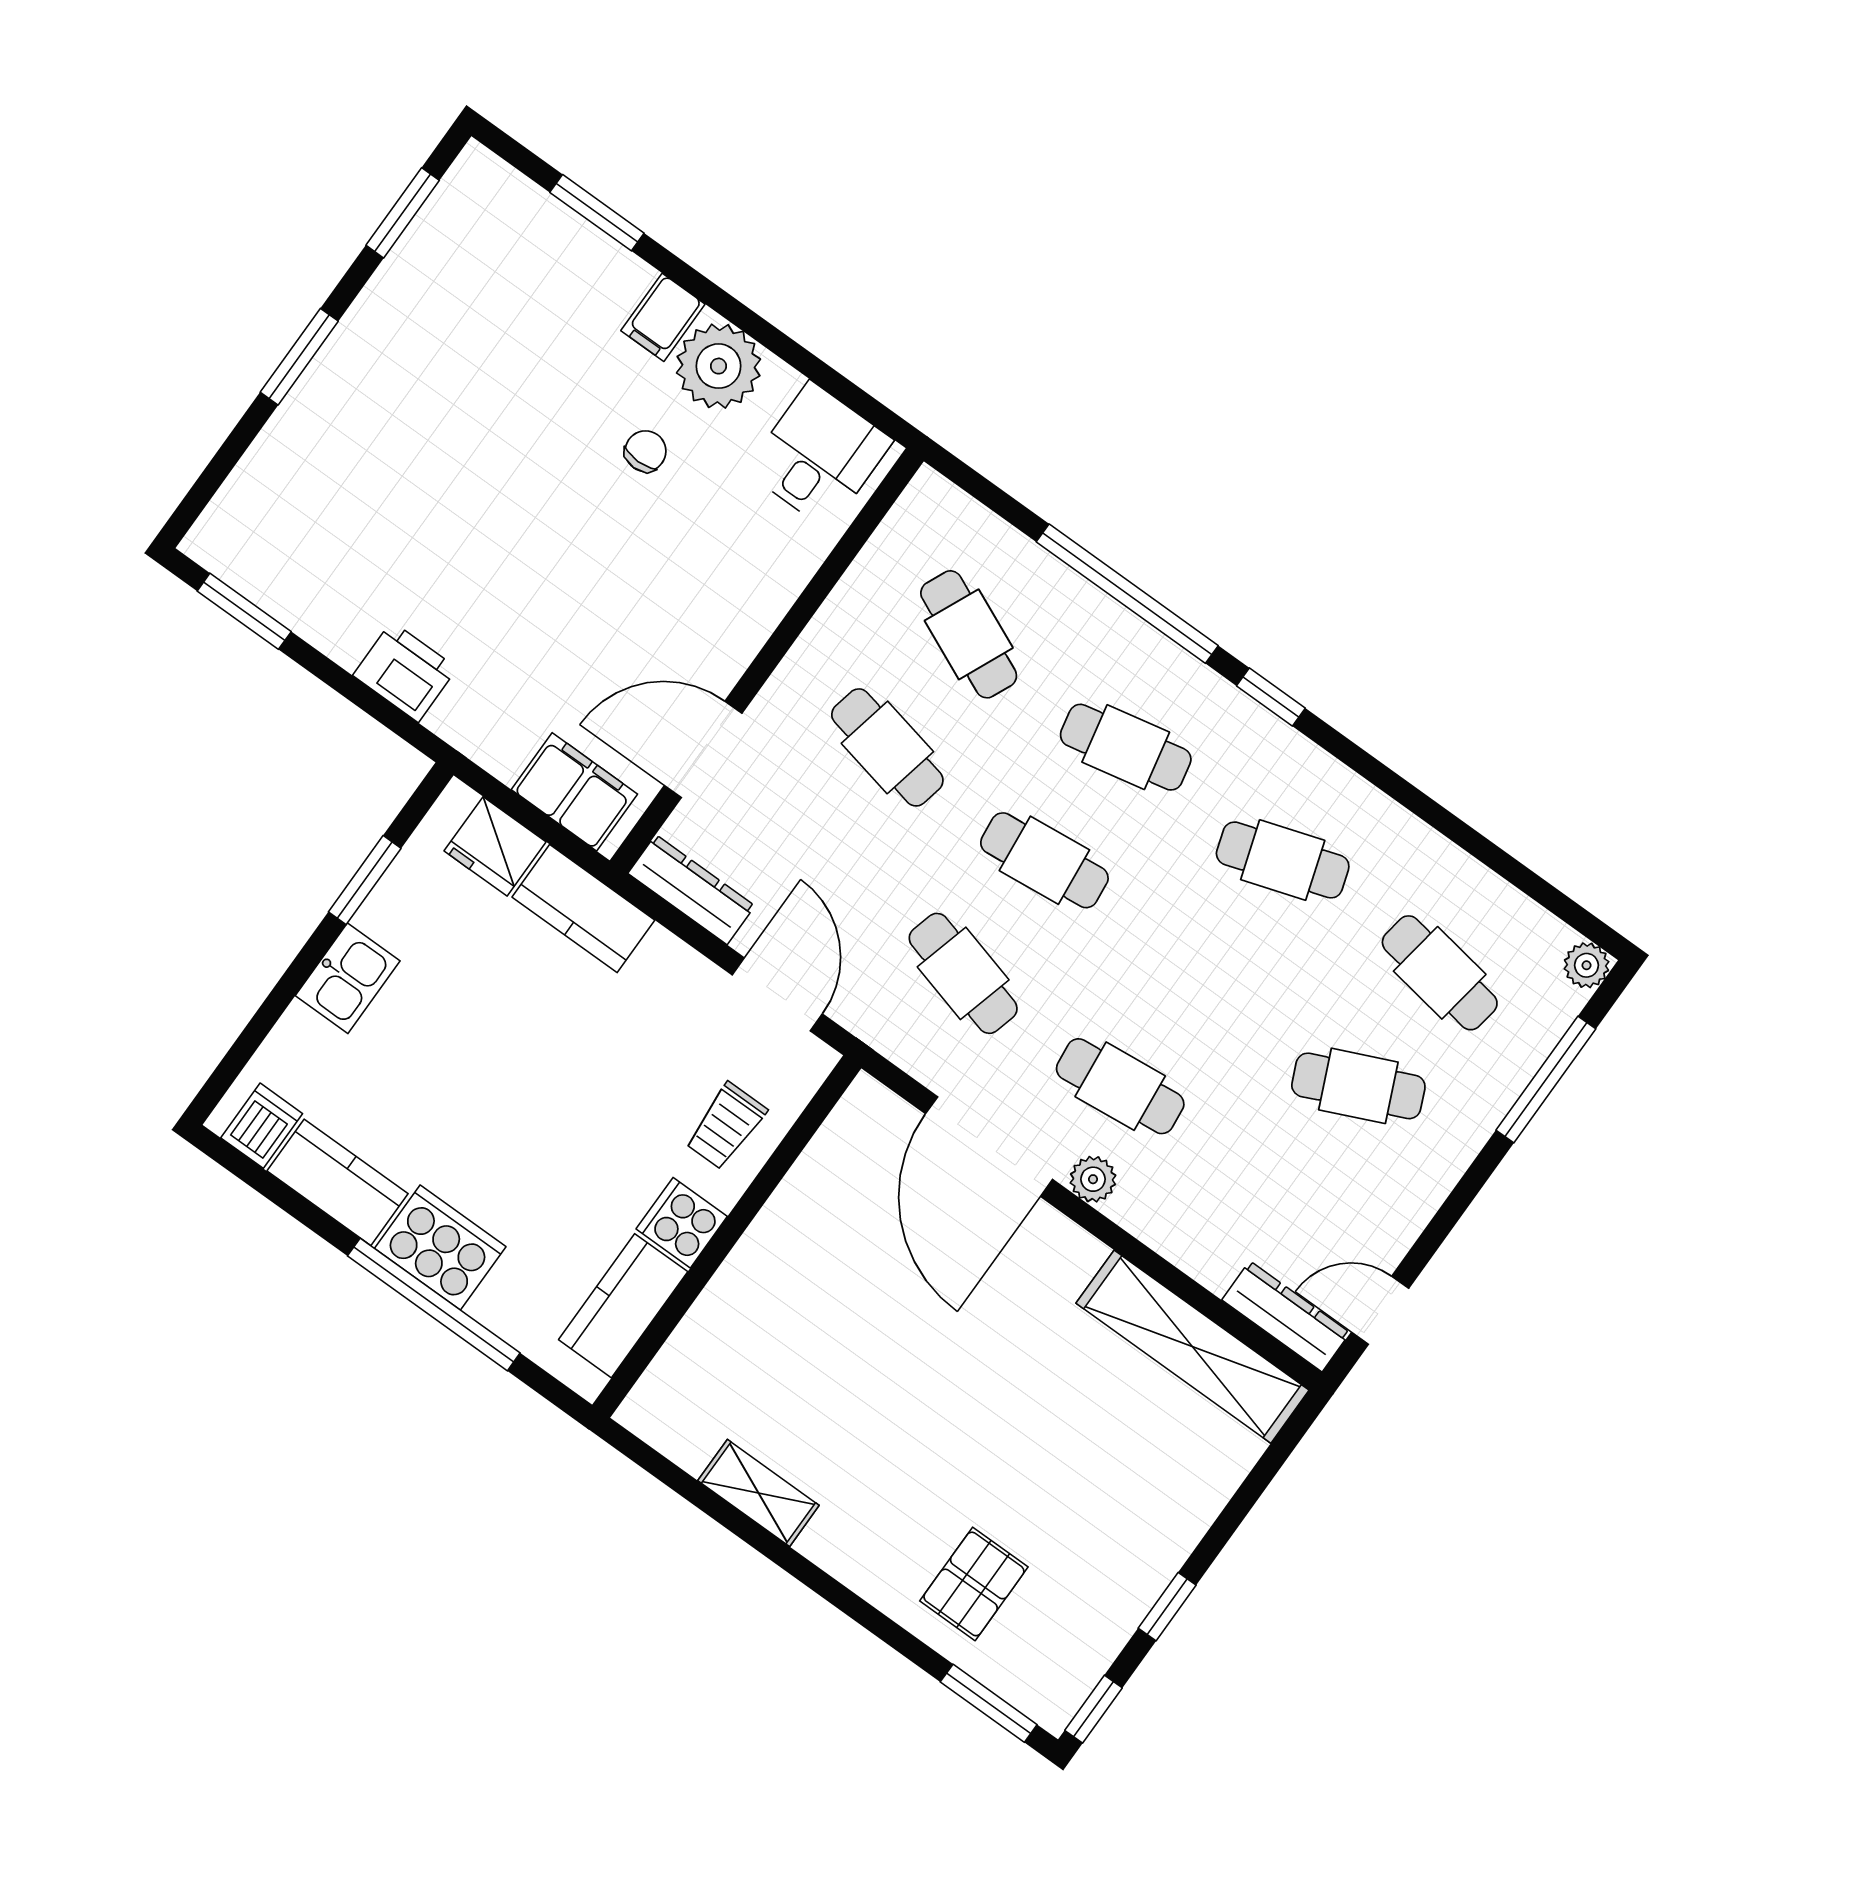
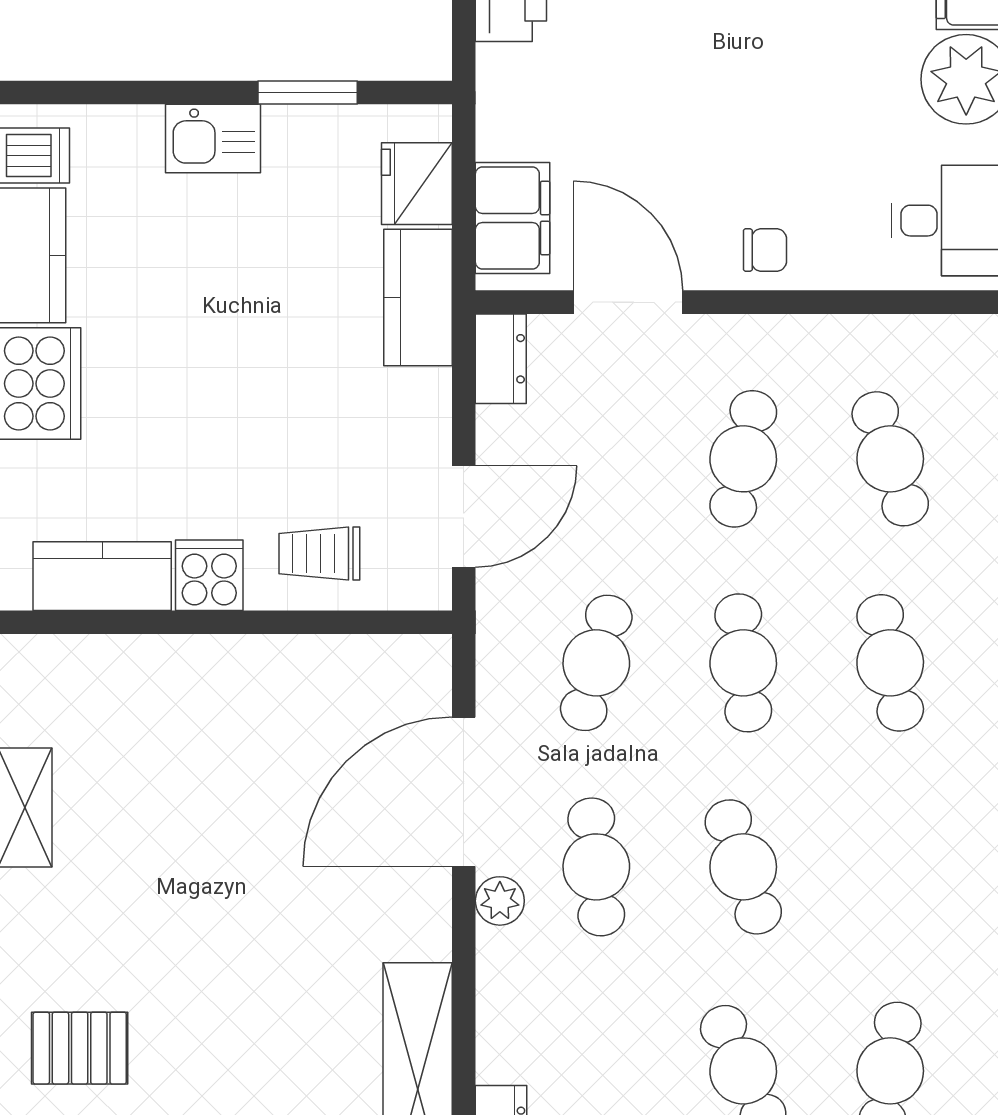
chair: (645, 451) -> (765, 250), moved
cafe table: (969, 634) -> (890, 459), turned -42
cafe table: (1283, 860) -> (743, 867), moved
dresser: (691, 890) -> (501, 359), width x0.70

